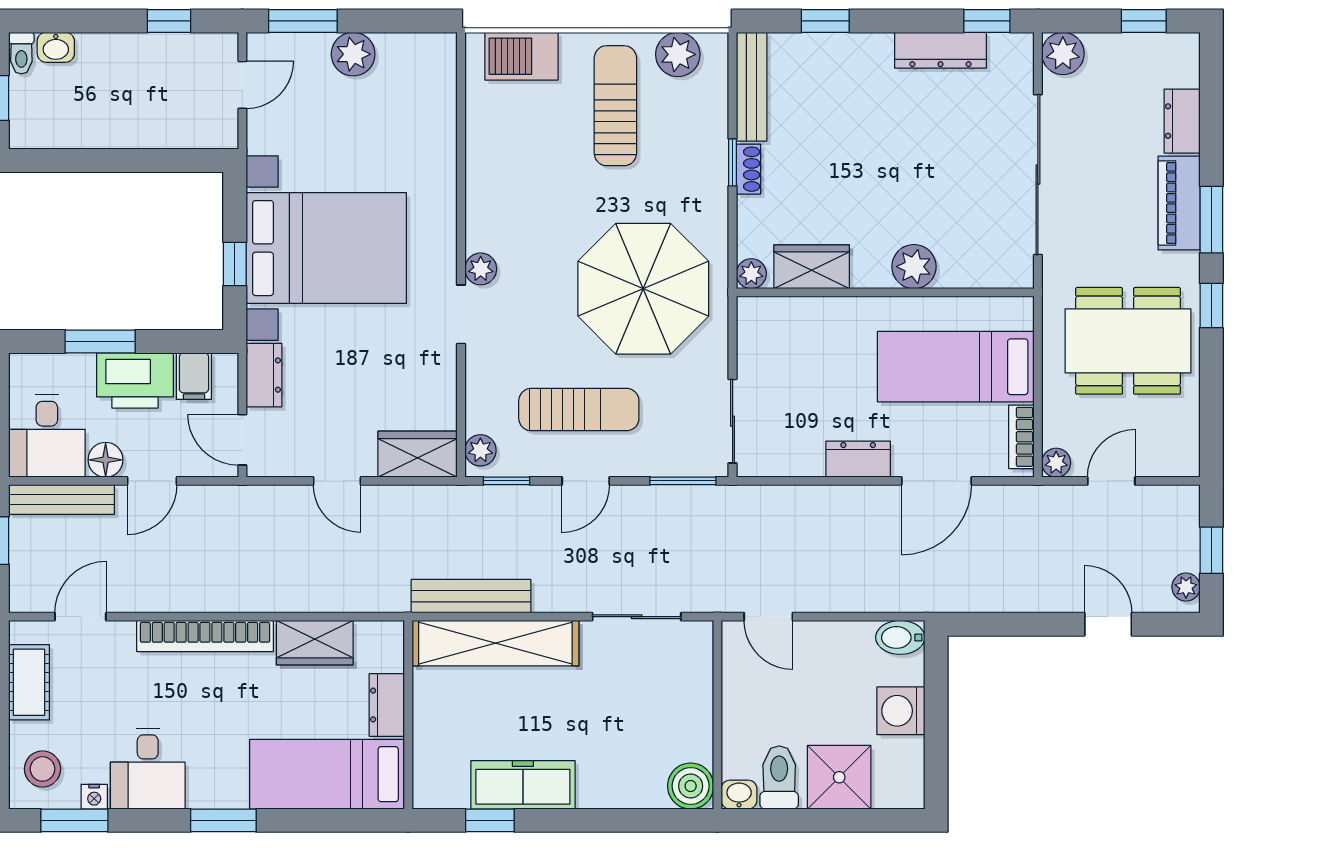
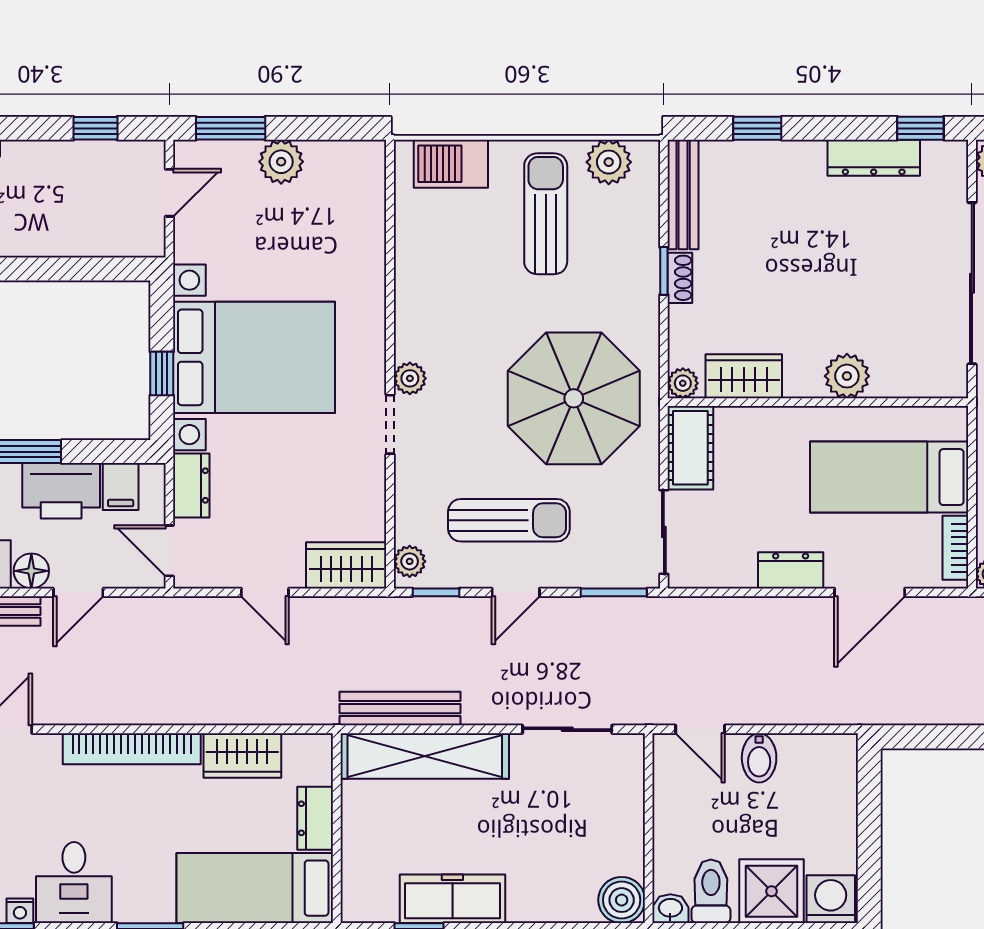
cot: (759, 338) -> (690, 448), added
bidet: (900, 637) -> (759, 758), moved, turned -90
washing machine: (901, 711) -> (831, 899), moved, turned 90

